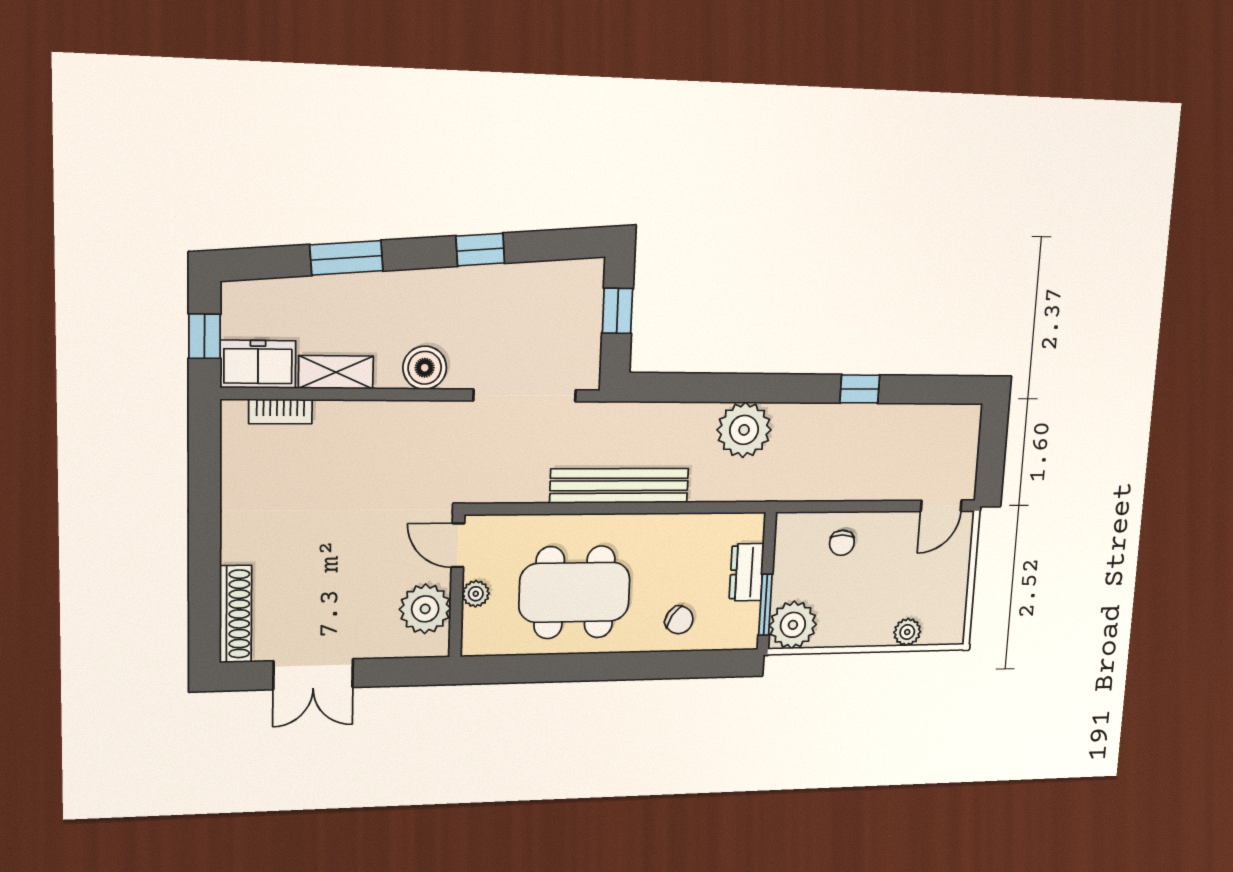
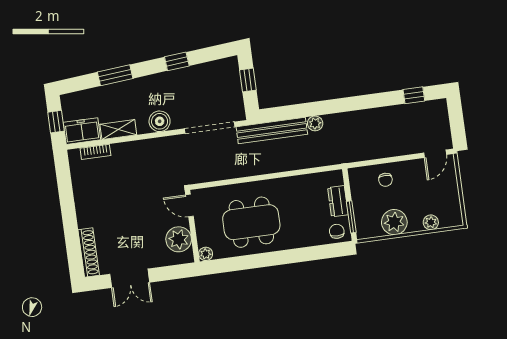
window: (860, 389) -> (414, 95), moved
plant: (744, 430) -> (315, 123), width x0.53, depth x0.53
bench: (619, 486) -> (272, 131), moved
plant: (476, 594) -> (206, 254), moved
chair: (679, 620) -> (337, 231), moved, turned -123
plant: (793, 625) -> (394, 222), moved

